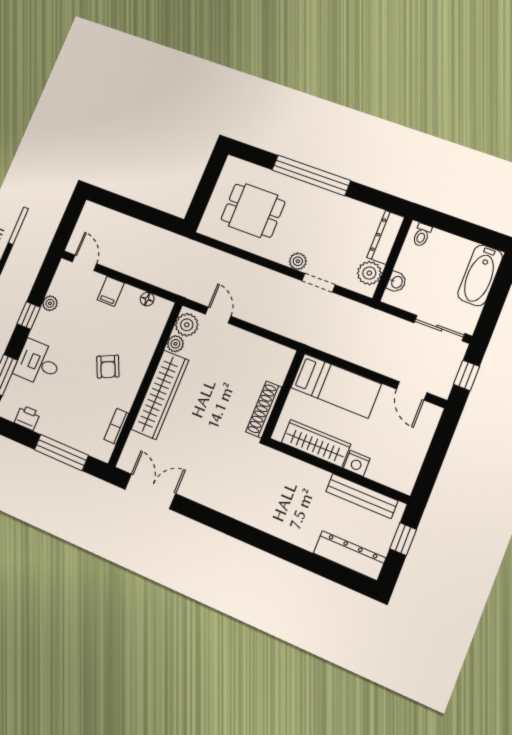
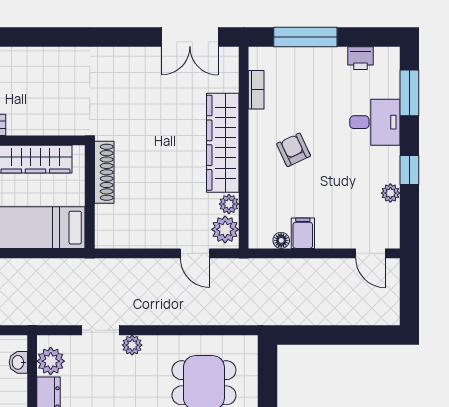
filing cabinet: (111, 291) -> (303, 233), moved

